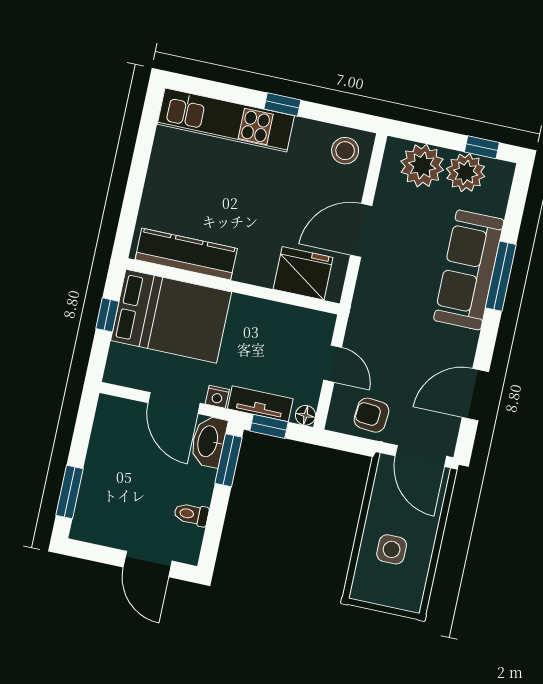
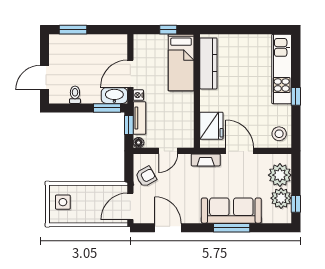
fireplace: (364, 297) -> (206, 160), added
bed: (171, 316) -> (181, 62), width x0.67
armchair: (372, 415) -> (146, 177), turned 56
side table: (392, 549) -> (63, 202), moved

